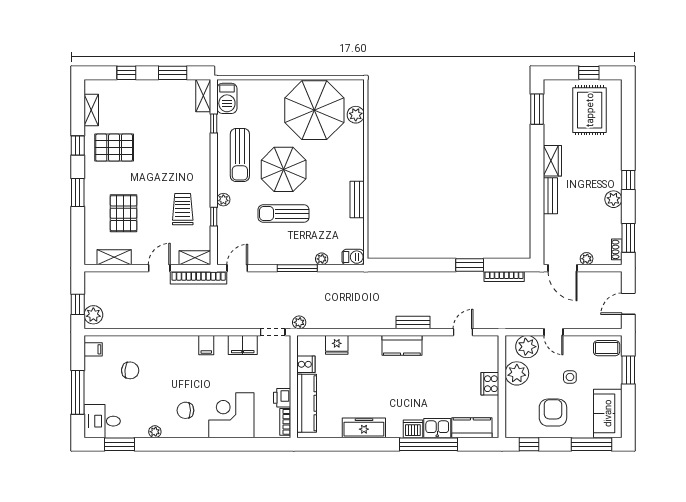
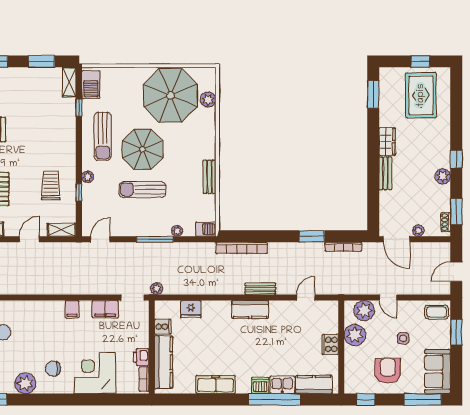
bookcase: (199, 278) -> (242, 248), moved
plant: (155, 432) -> (25, 383), width x1.88, depth x1.88

